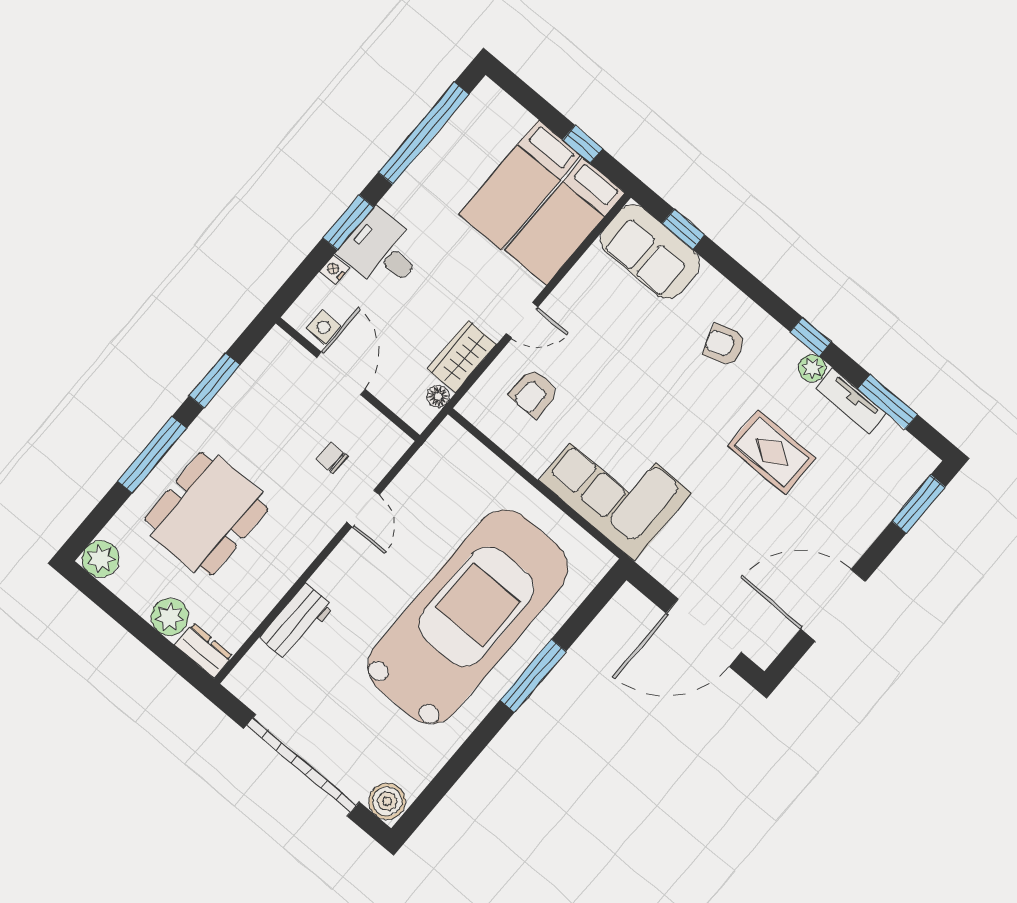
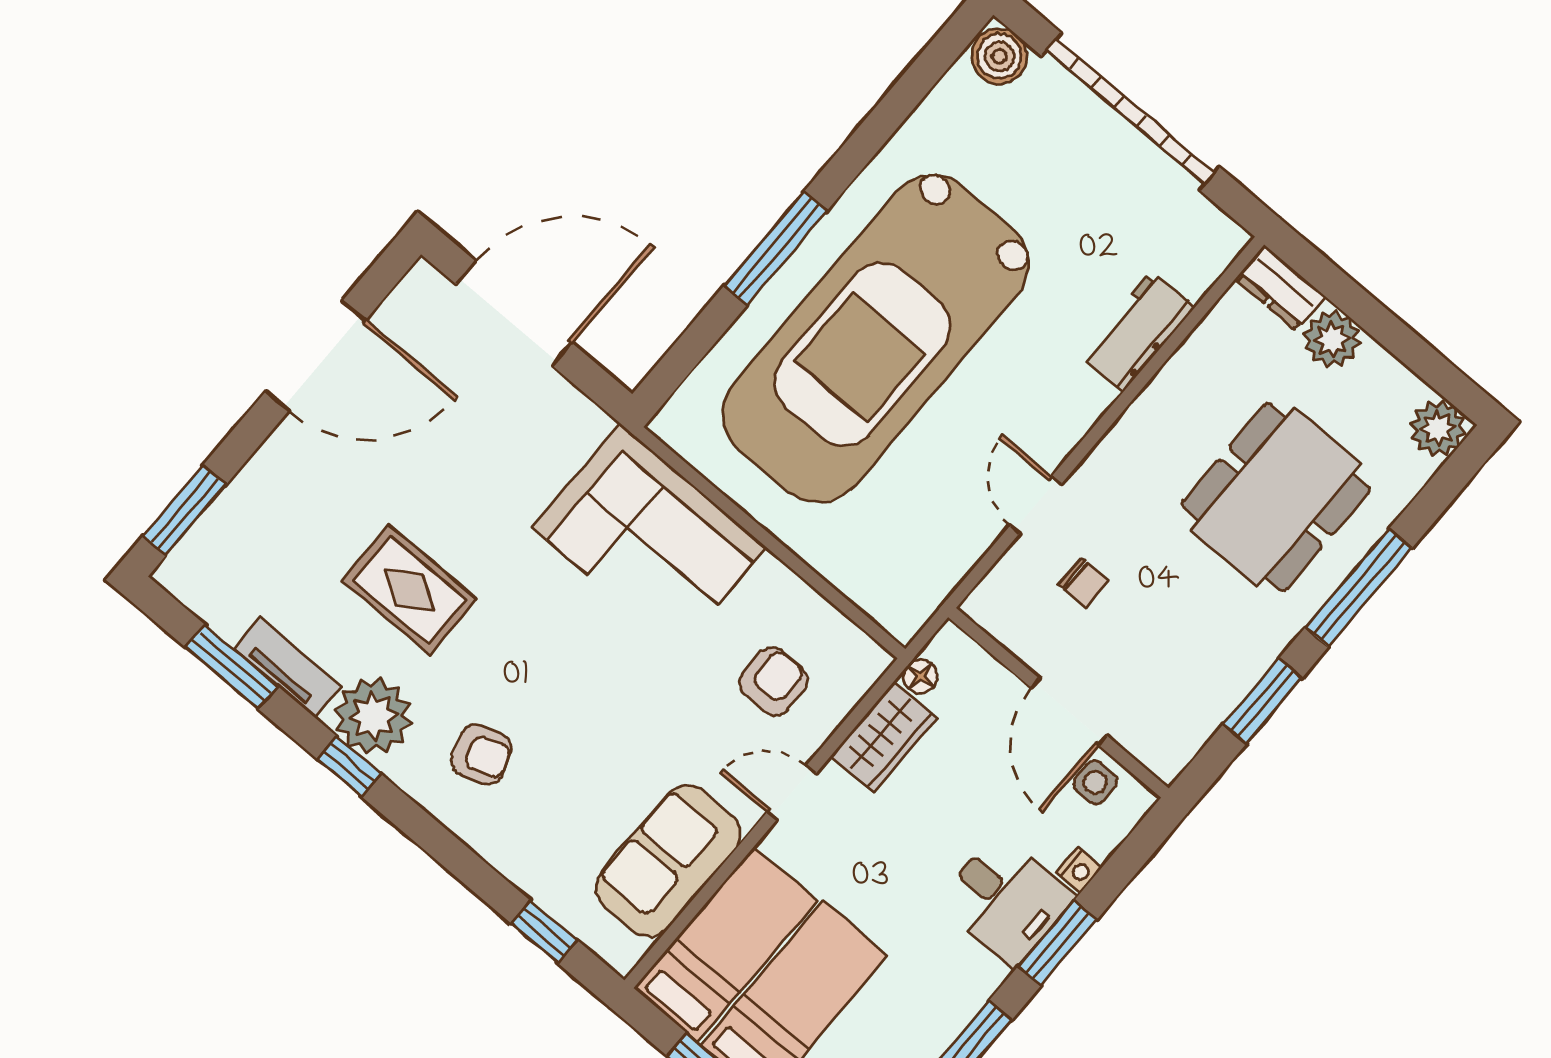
sofa: (650, 251) -> (668, 861), moved, turned -90
plant: (812, 368) -> (373, 716), width x1.87, depth x1.87

